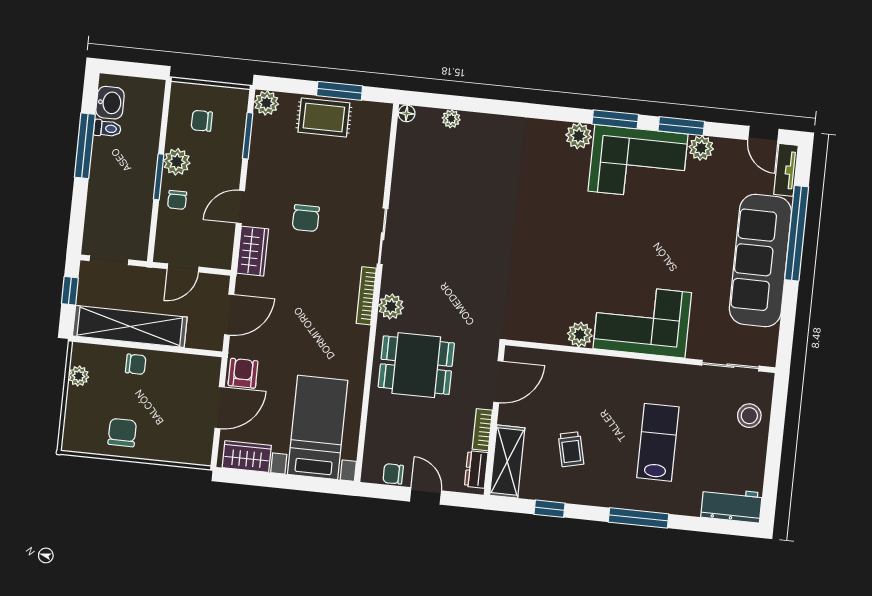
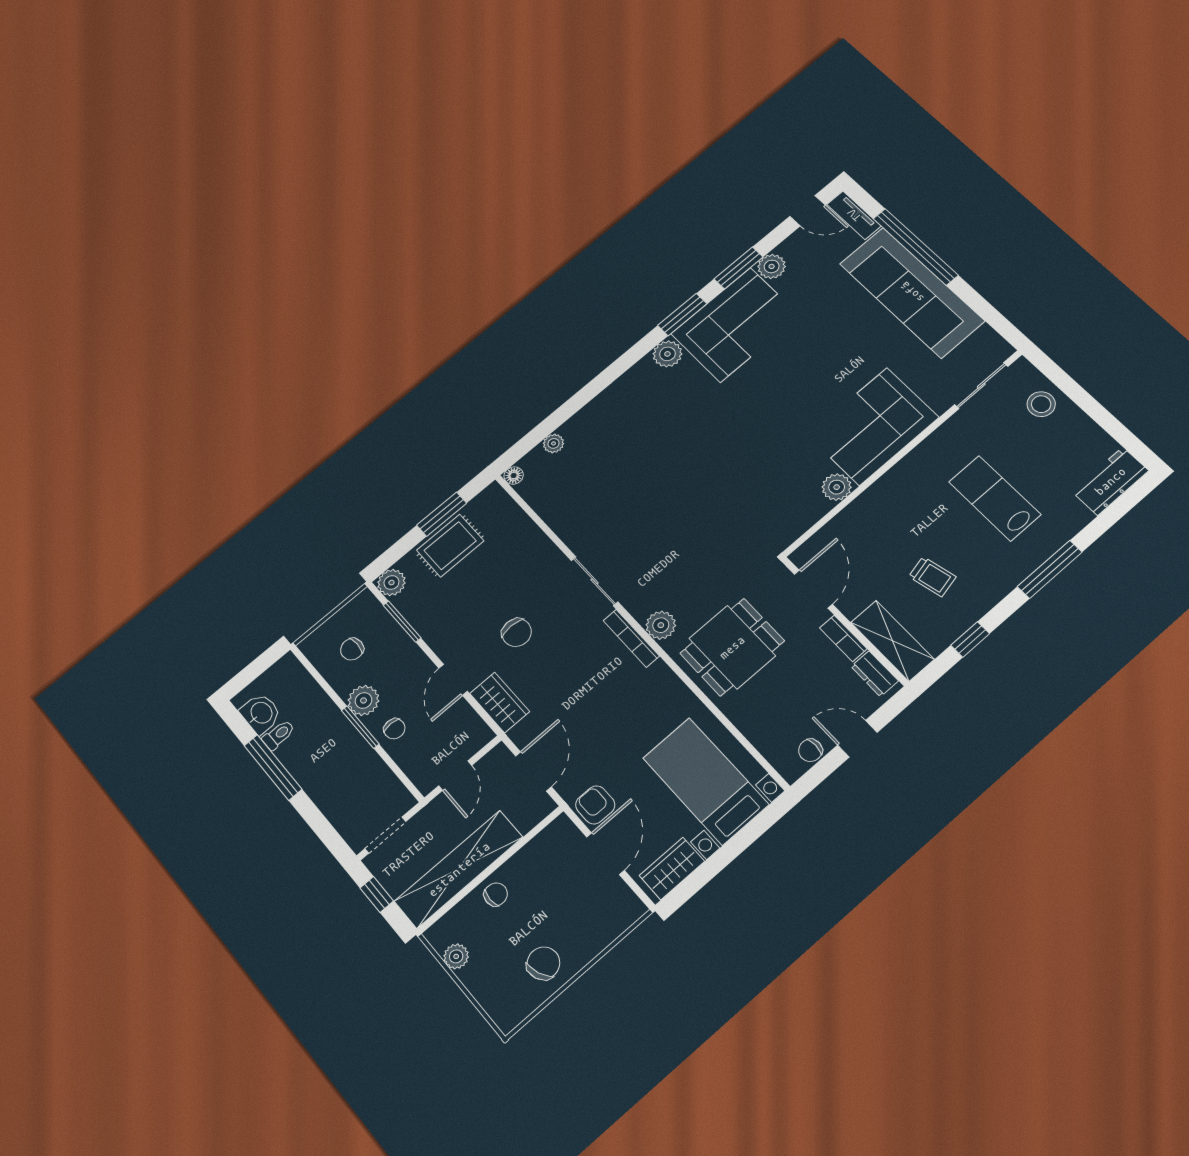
chair: (122, 433) -> (543, 963), turned 68

